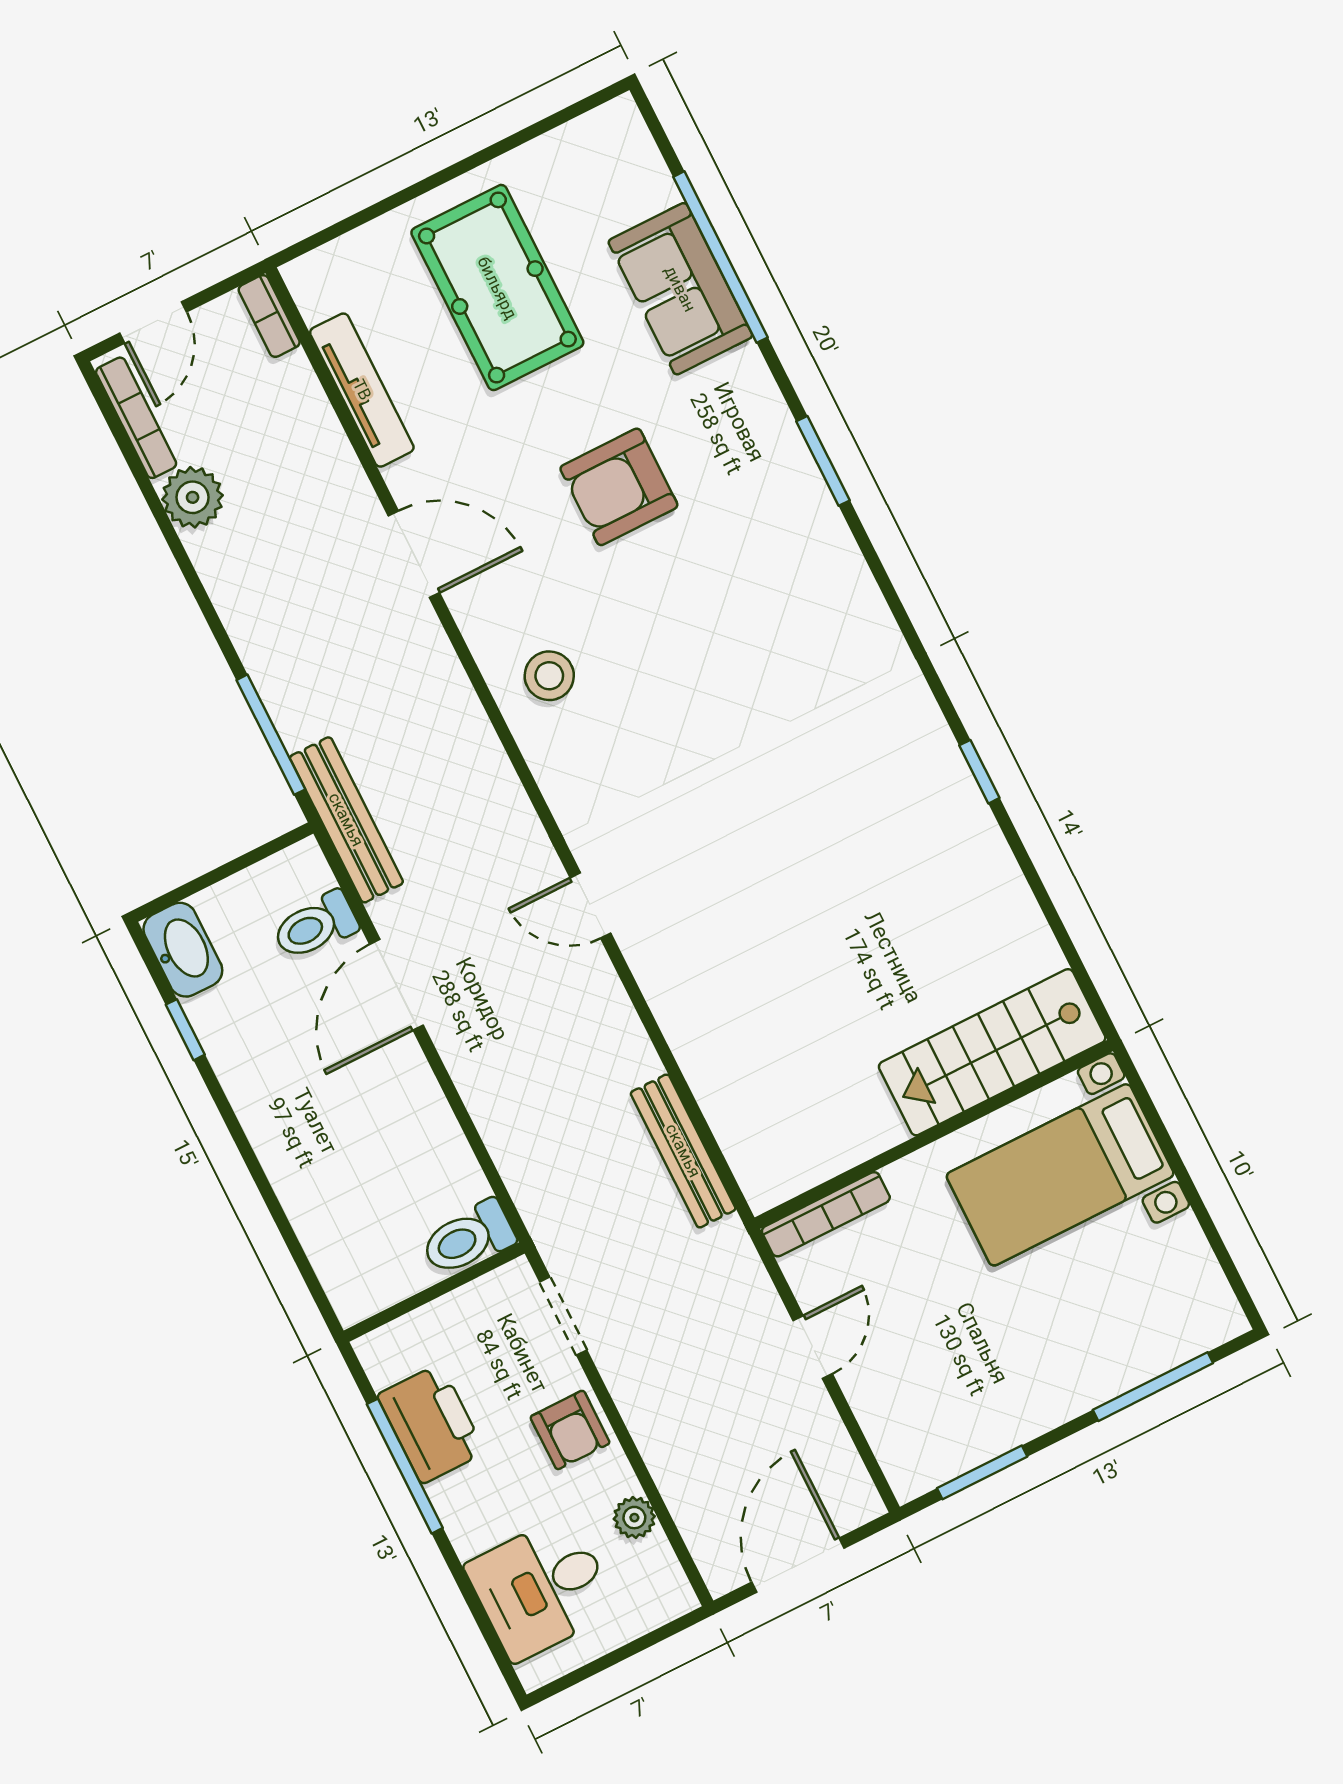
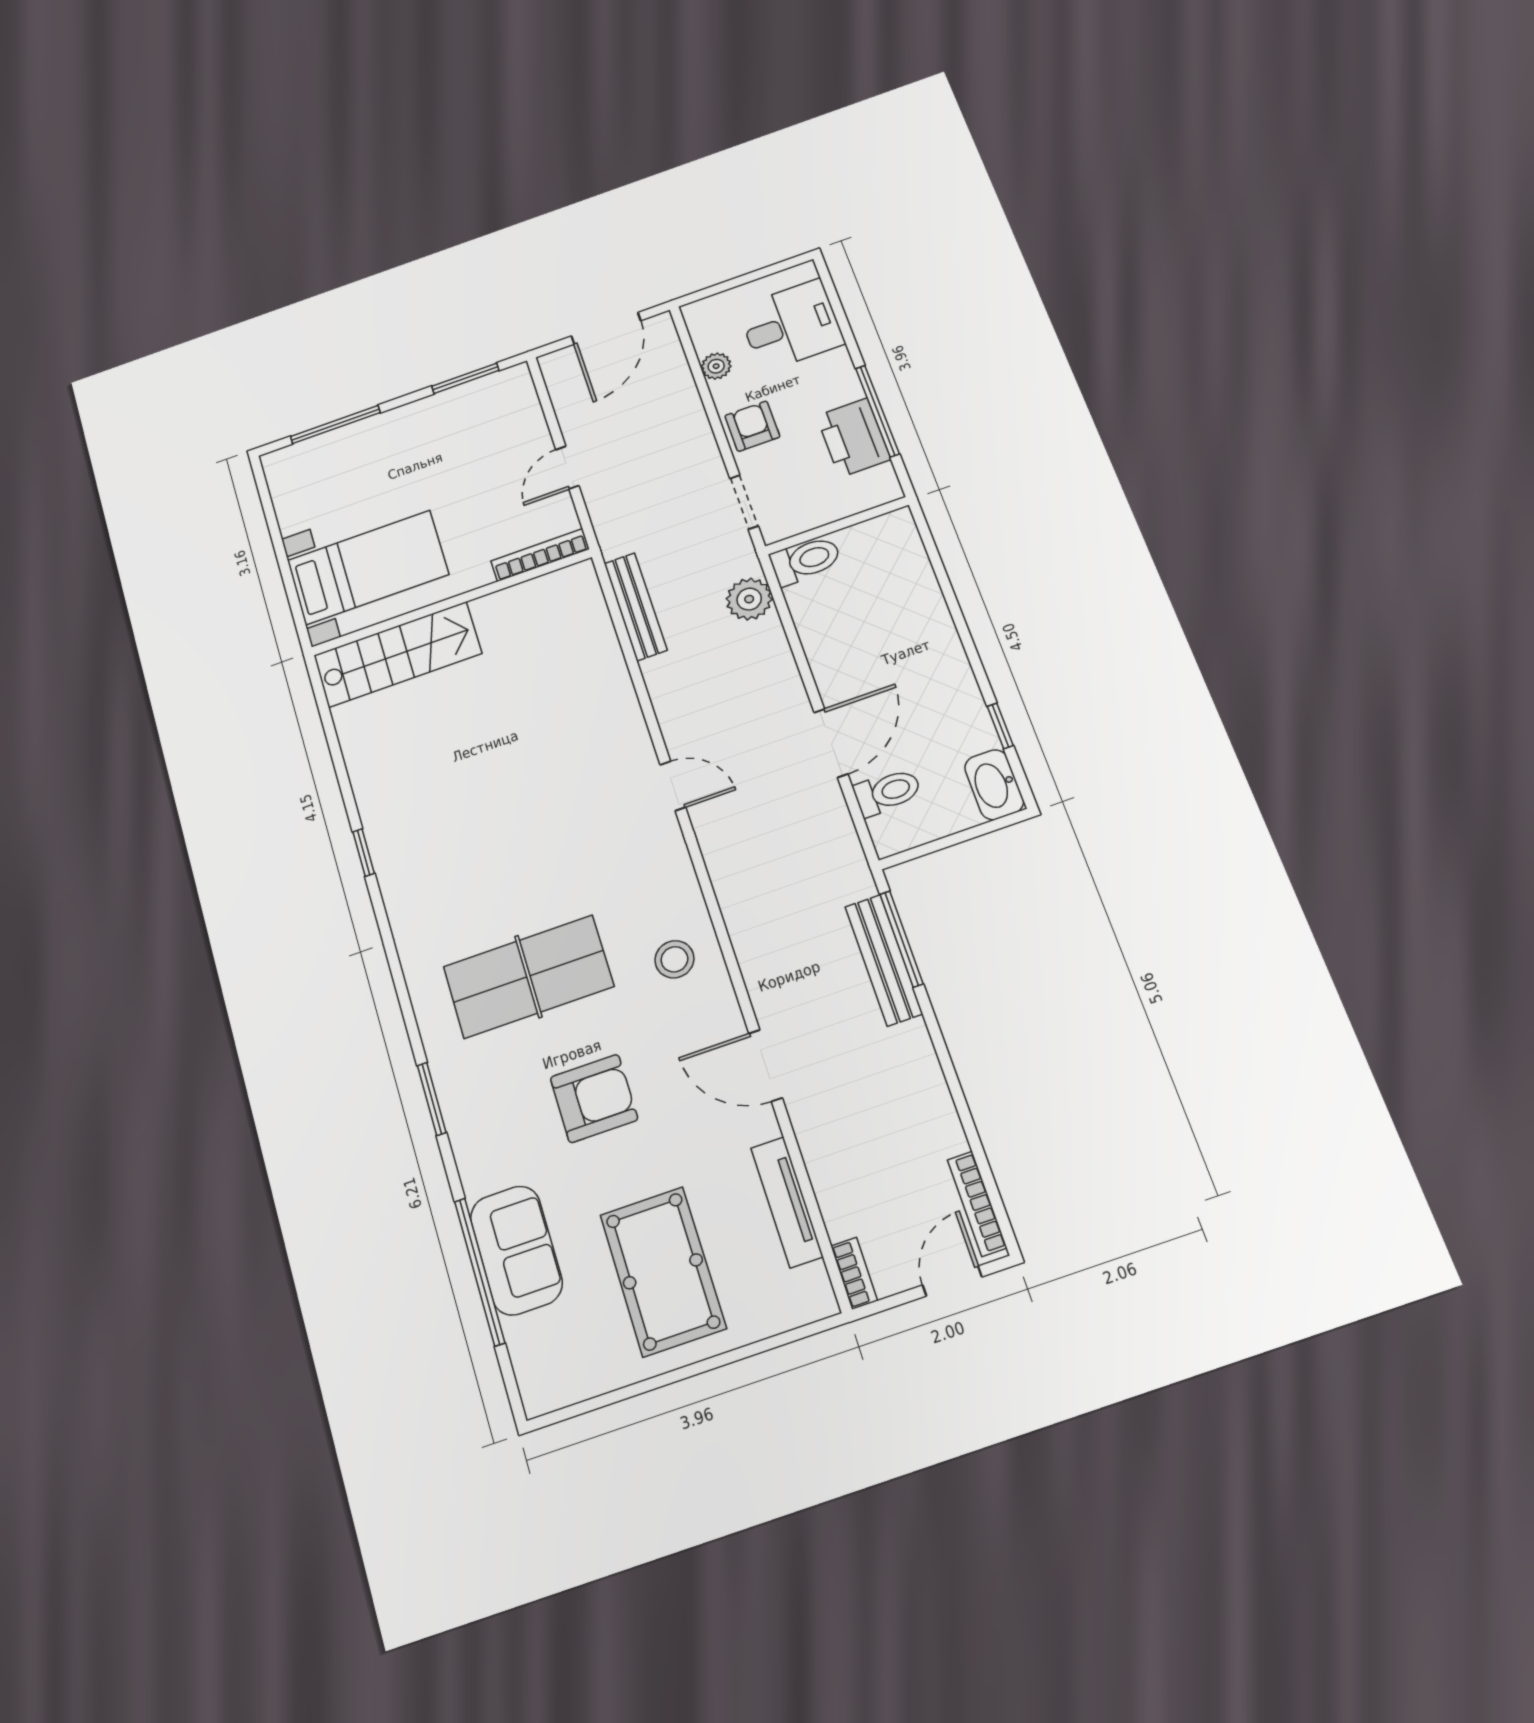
plant: (193, 497) -> (749, 599), moved
table tennis table: (731, 632) -> (528, 977), added
bench: (346, 820) -> (884, 960), moved

